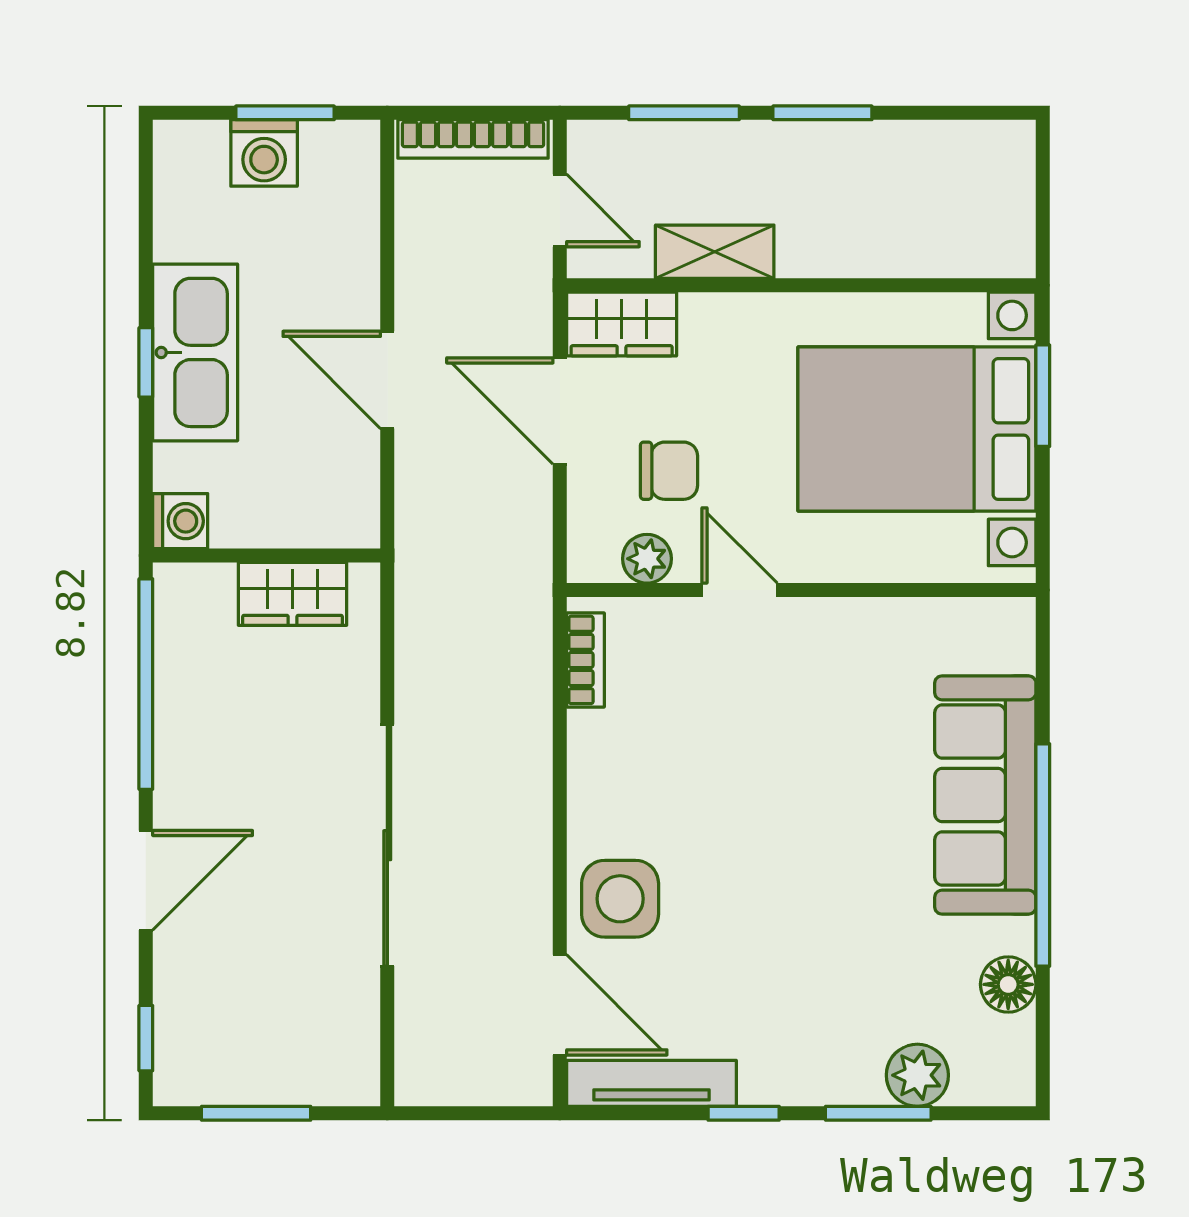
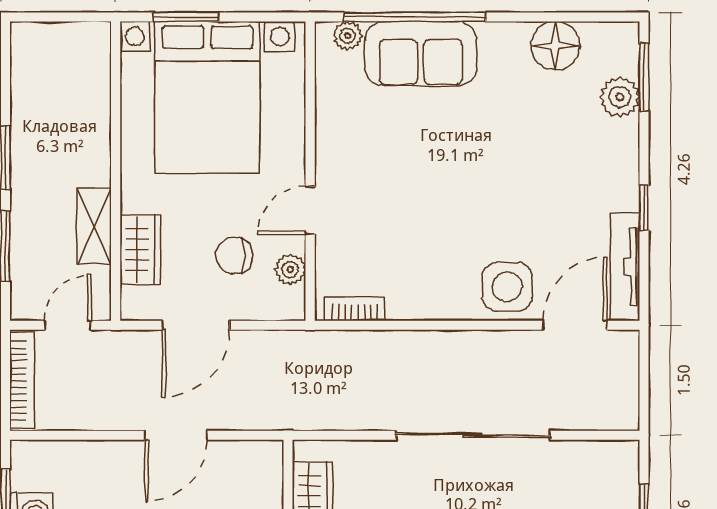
wardrobe: (622, 324) -> (140, 250), moved
chair: (669, 471) -> (234, 255), turned -90
plant: (1013, 649) -> (348, 36), added
sofa: (985, 795) -> (421, 54), width x0.73
window: (1043, 855) -> (415, 17), moved
floor lamp: (1008, 984) -> (555, 46), width x1.38, depth x1.38
window: (878, 1113) -> (644, 77), moved

